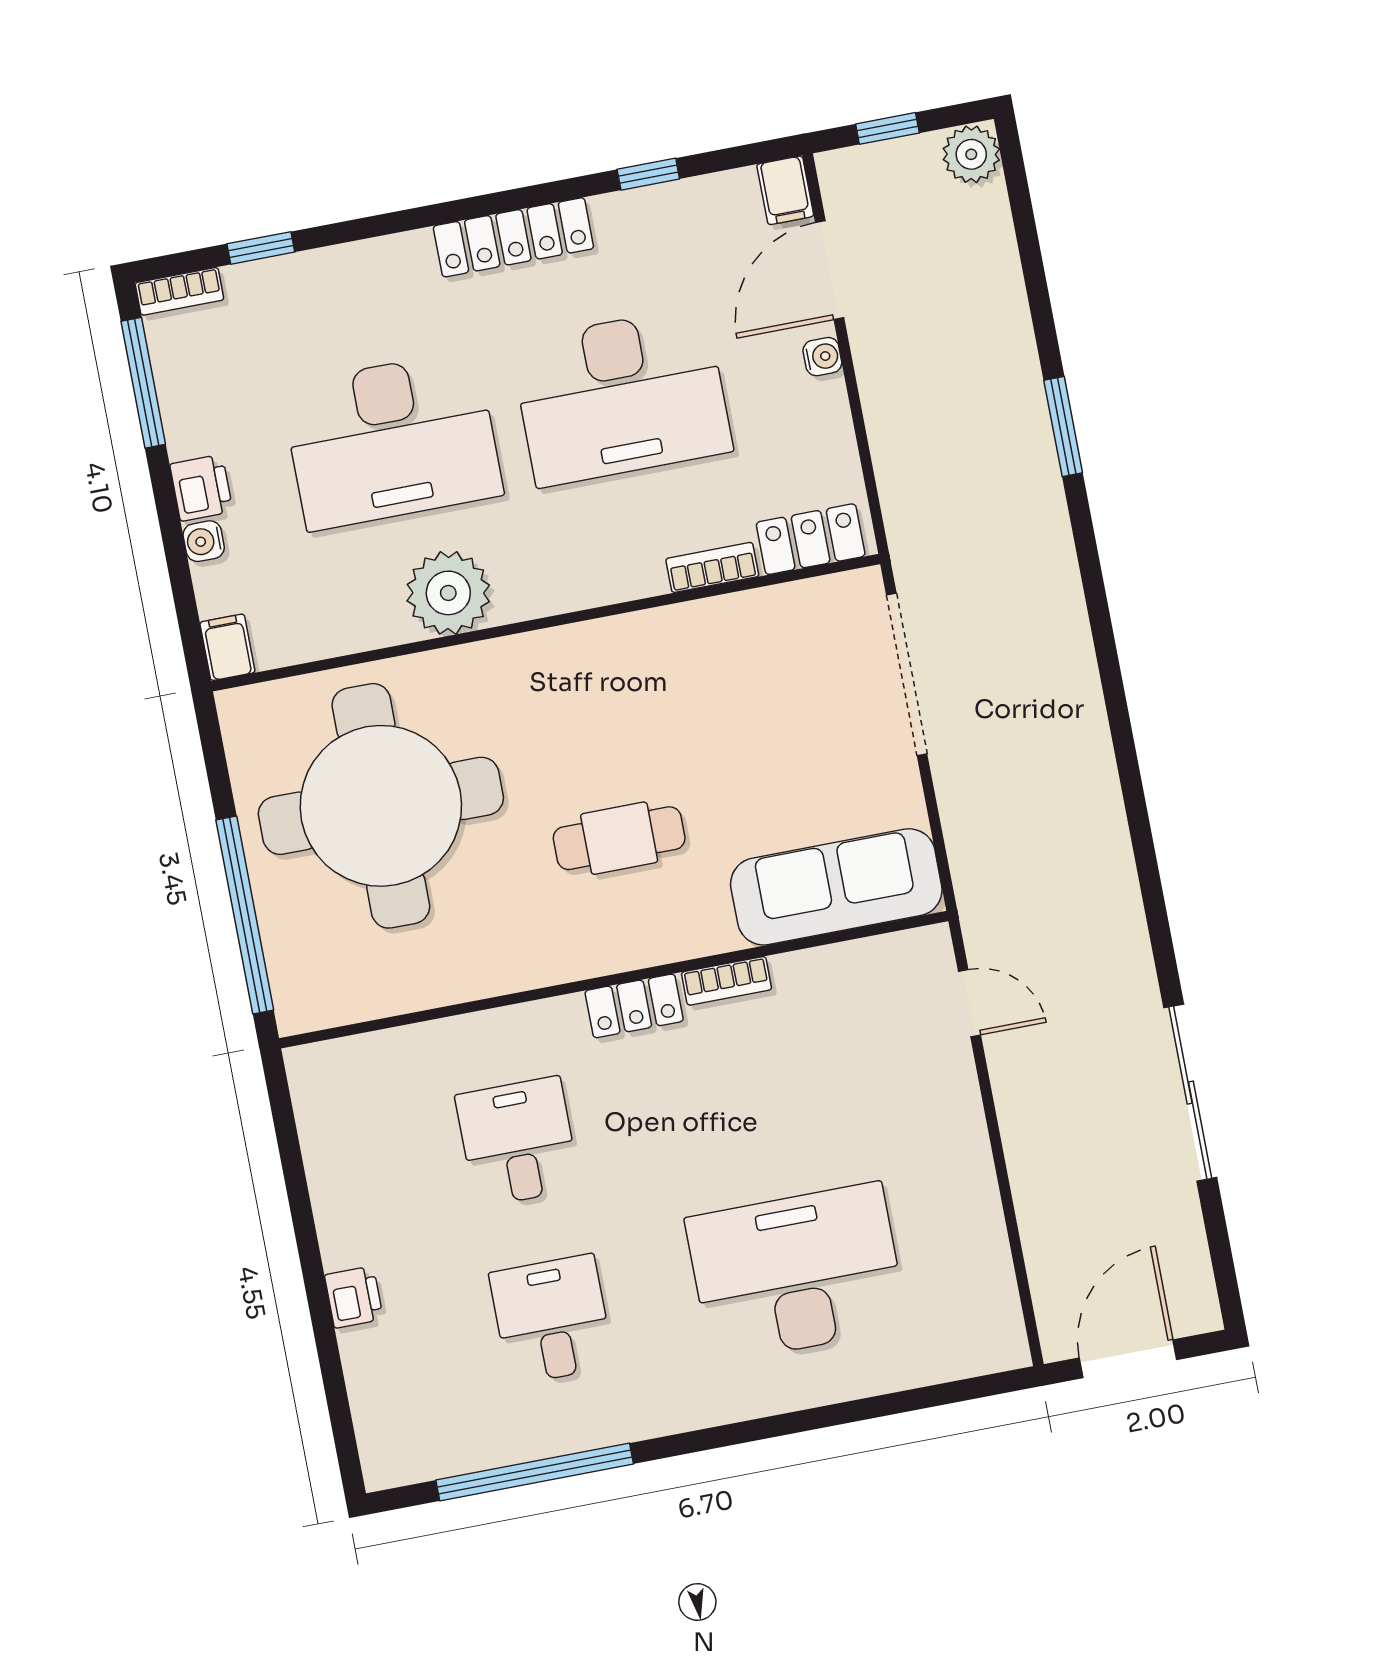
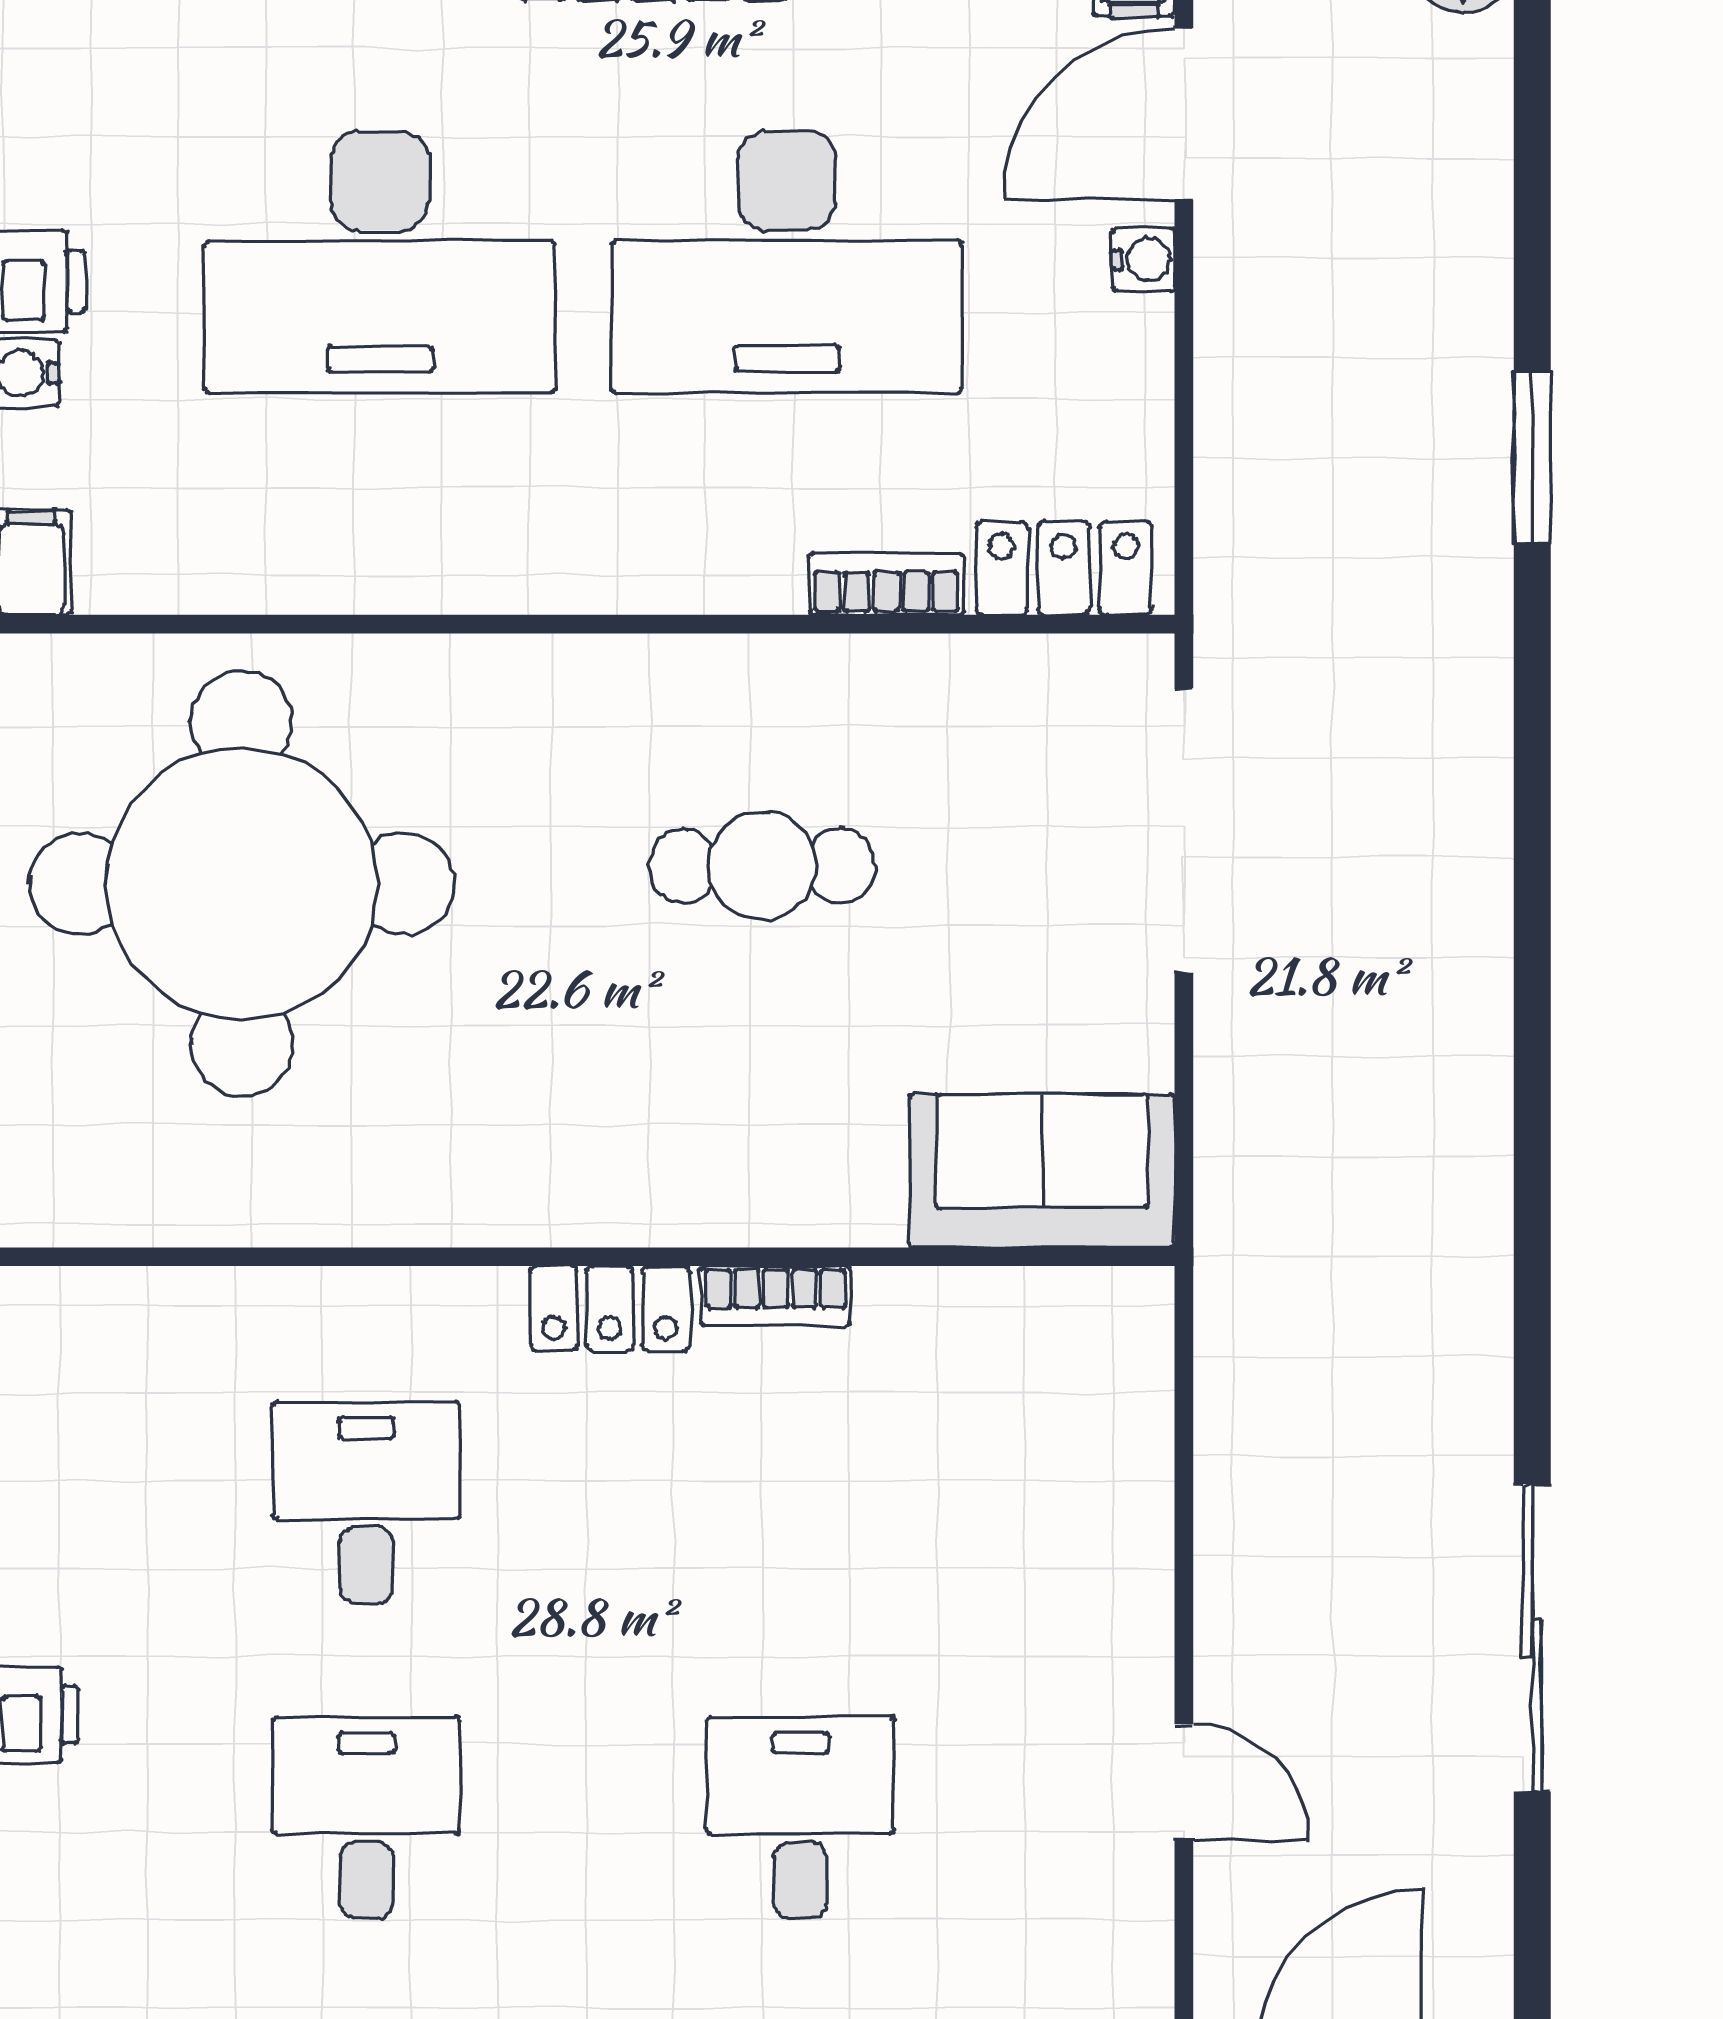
plant: (448, 593) -> (427, 542), removed
cafe table: (619, 838) -> (762, 866), moved
sofa: (836, 887) -> (1042, 1171), width x0.73
door: (969, 1003) -> (1184, 1782), moved
desk: (797, 1273) -> (800, 1818), width x0.53, depth x0.77

